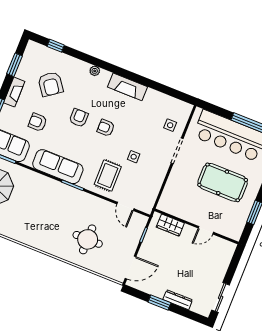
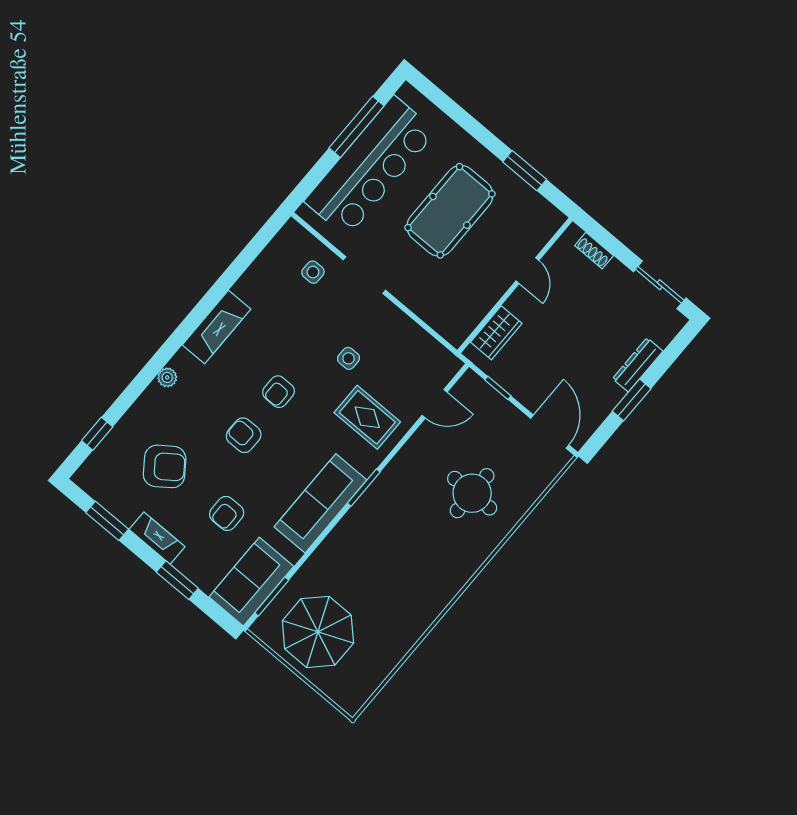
shoe rack: (227, 260) -> (594, 251), added

